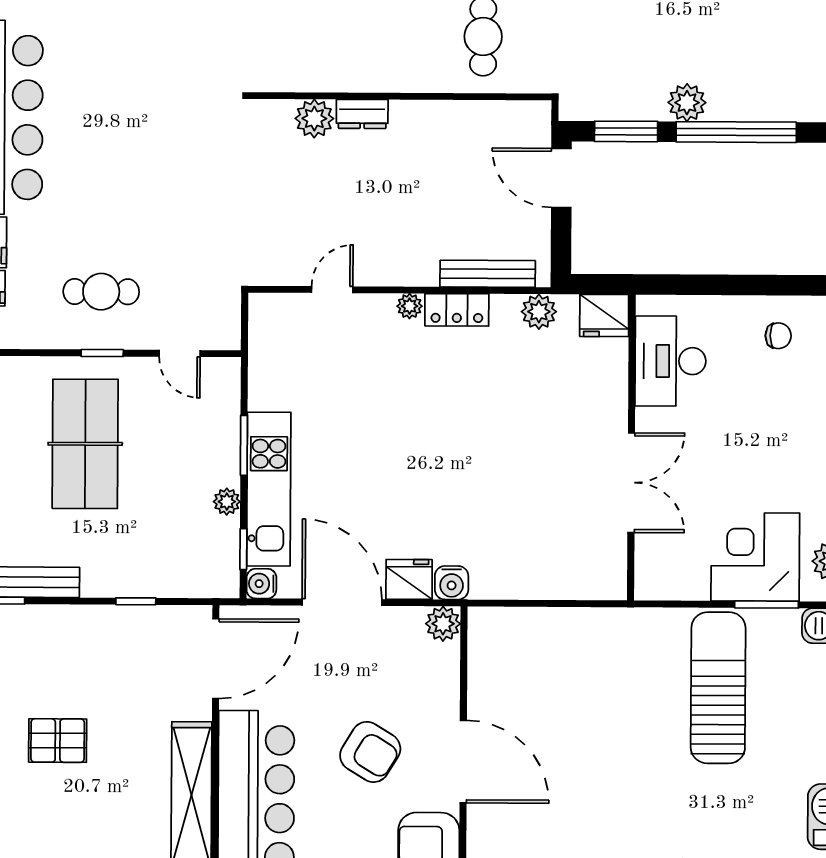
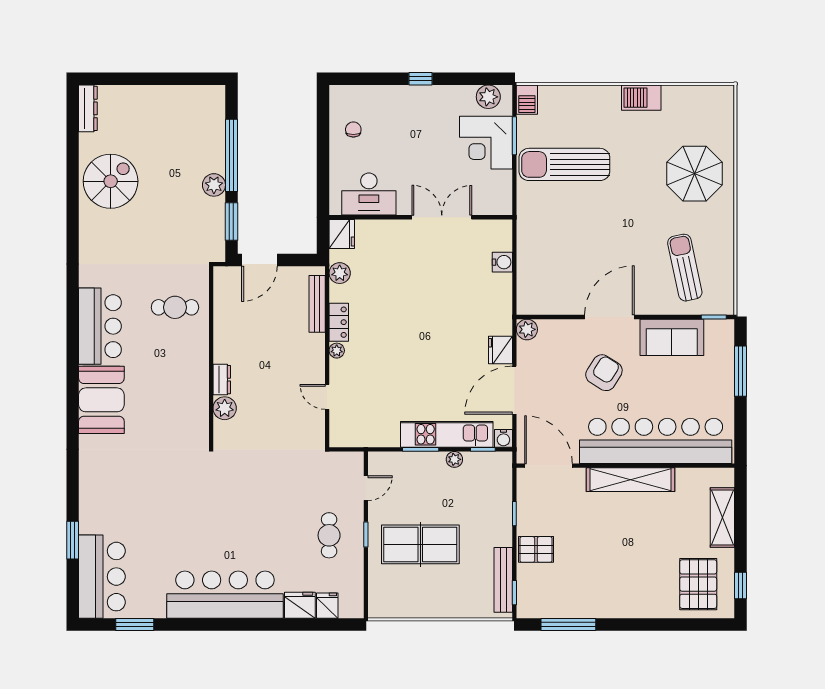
water cooler: (452, 583) -> (502, 262), moved
pallet: (58, 741) -> (536, 549), moved, turned 90

